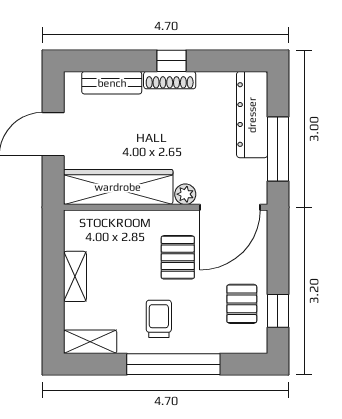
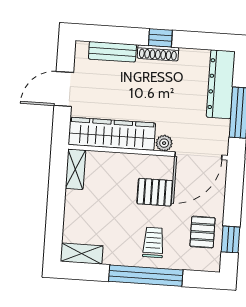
pallet: (178, 257) -> (155, 192), turned 90
shelving: (75, 276) -> (75, 169), moved
trolley: (159, 319) -> (153, 242), moved

